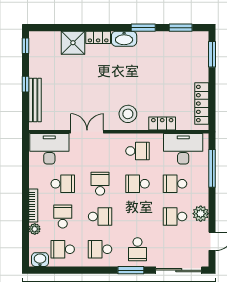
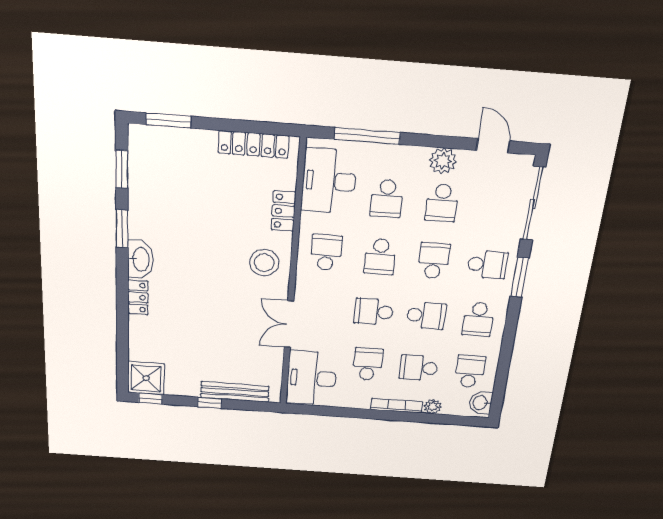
shower: (73, 43) -> (146, 378), moved
school desk: (100, 216) -> (426, 316), turned 90
school desk: (138, 216) -> (434, 261), added
school desk: (63, 249) -> (470, 371), turned 180

